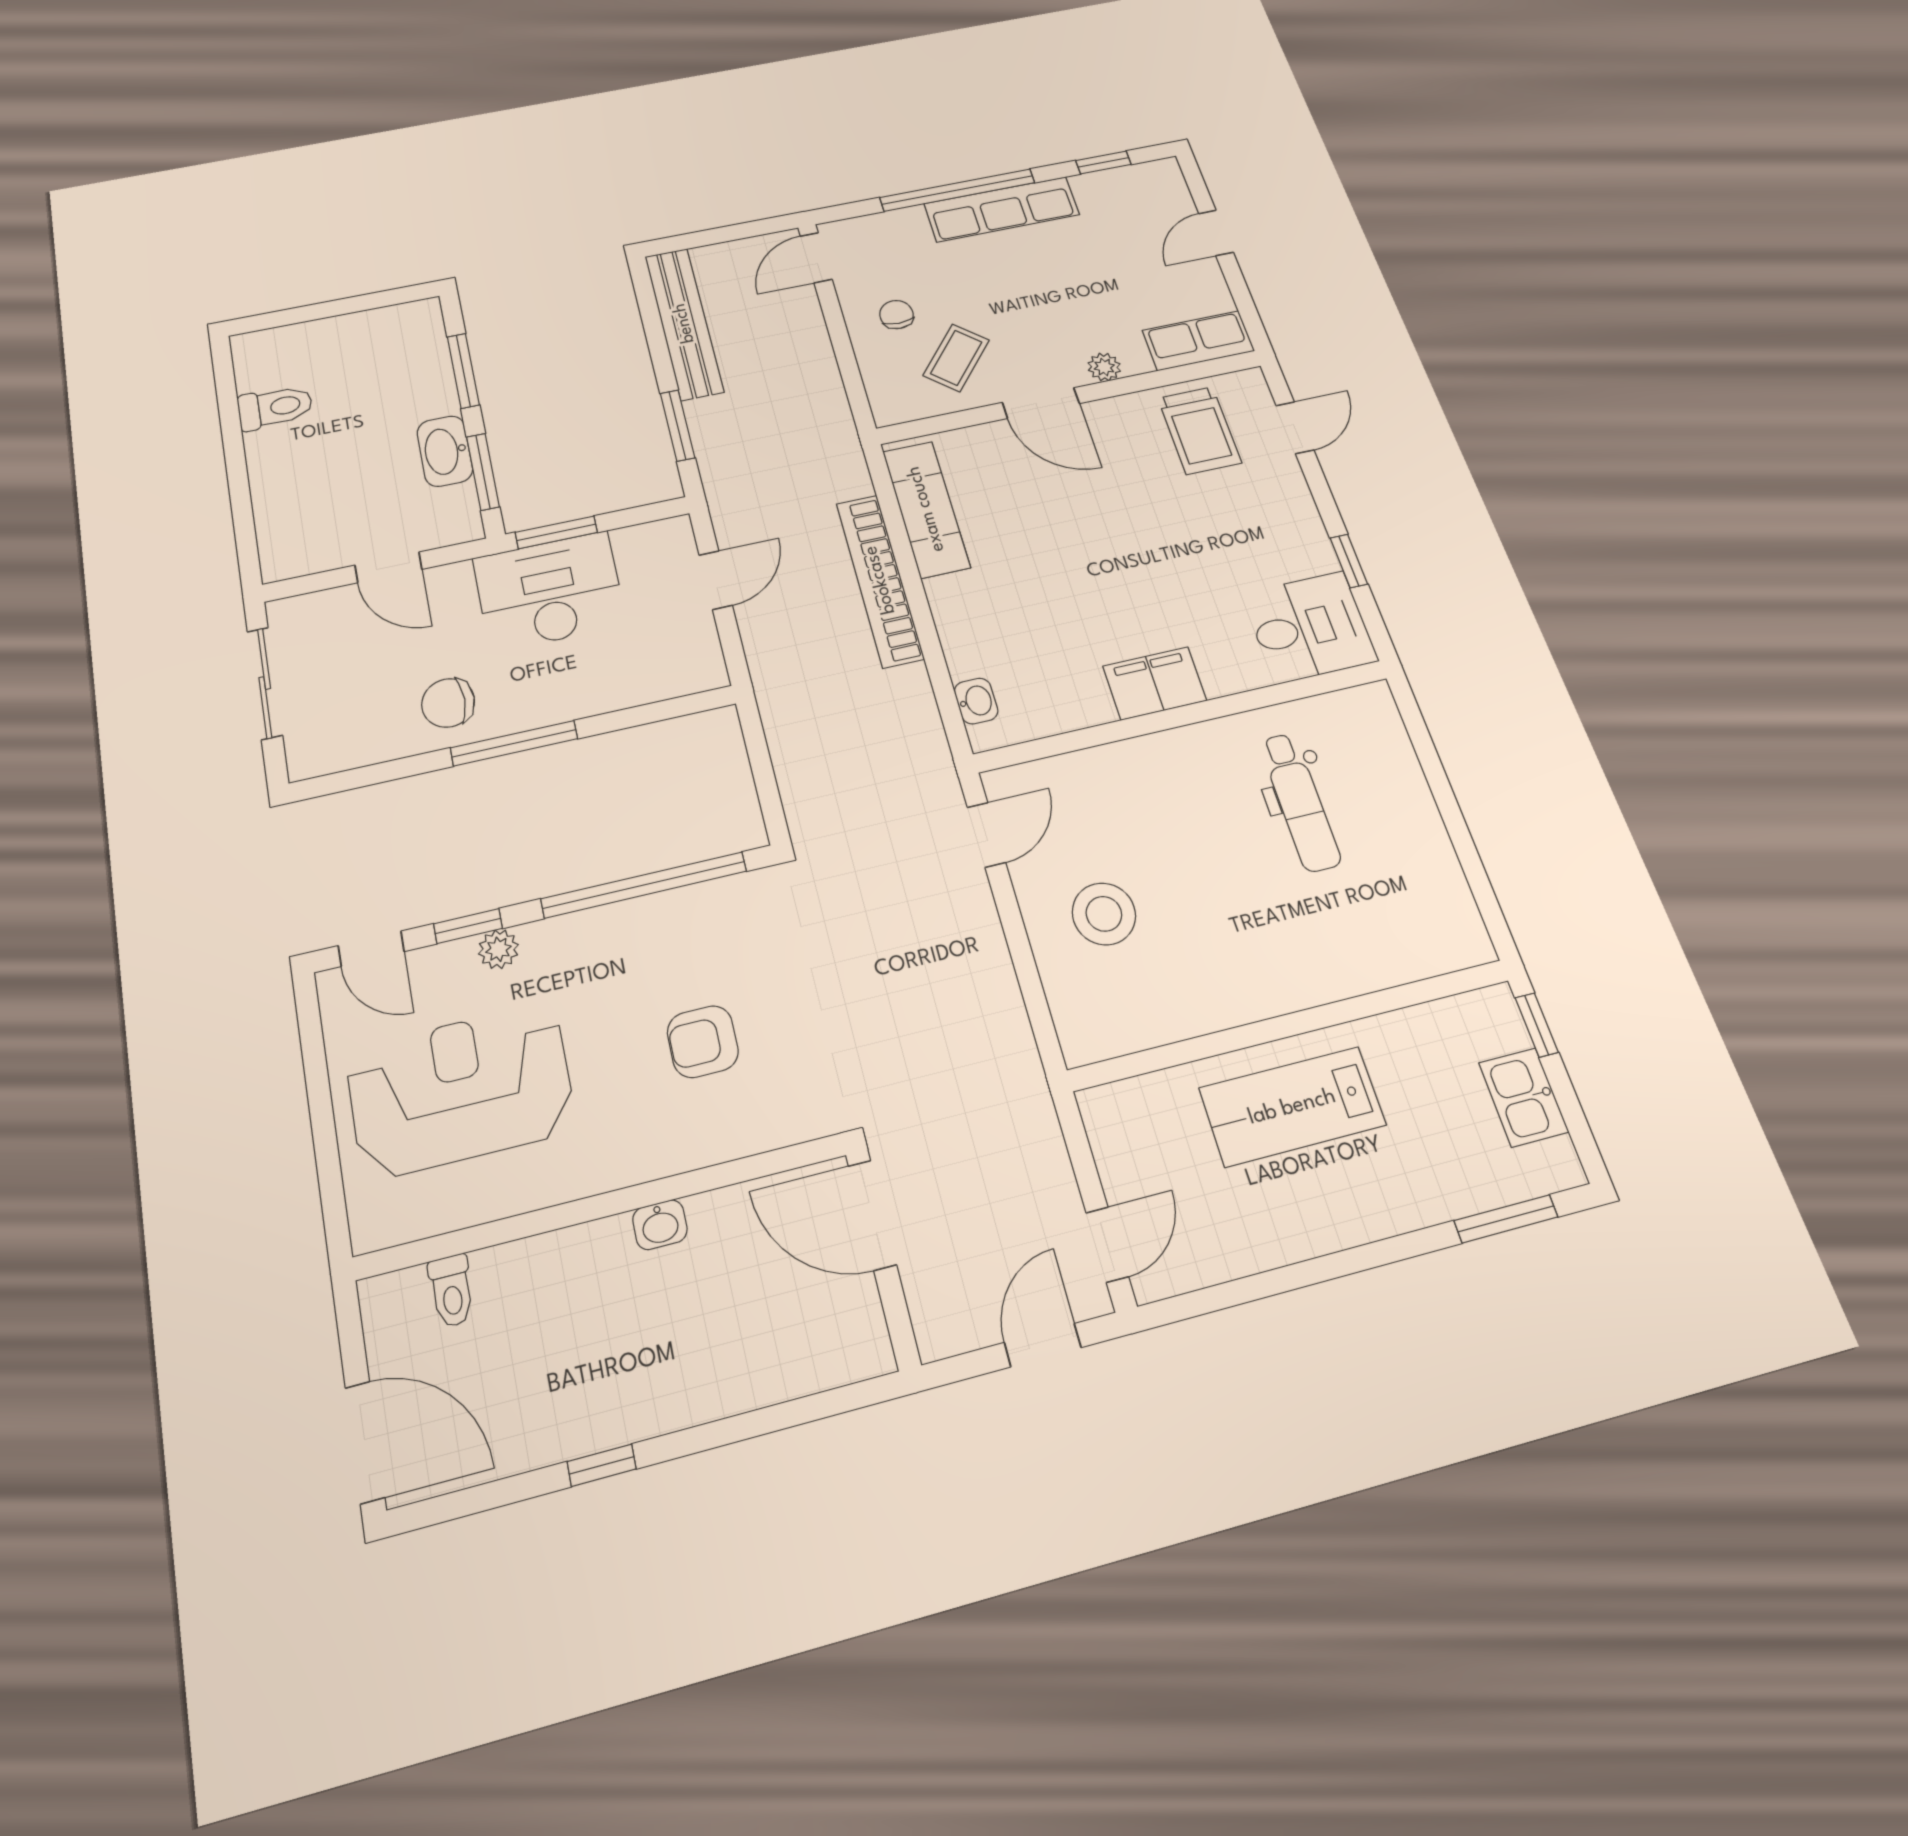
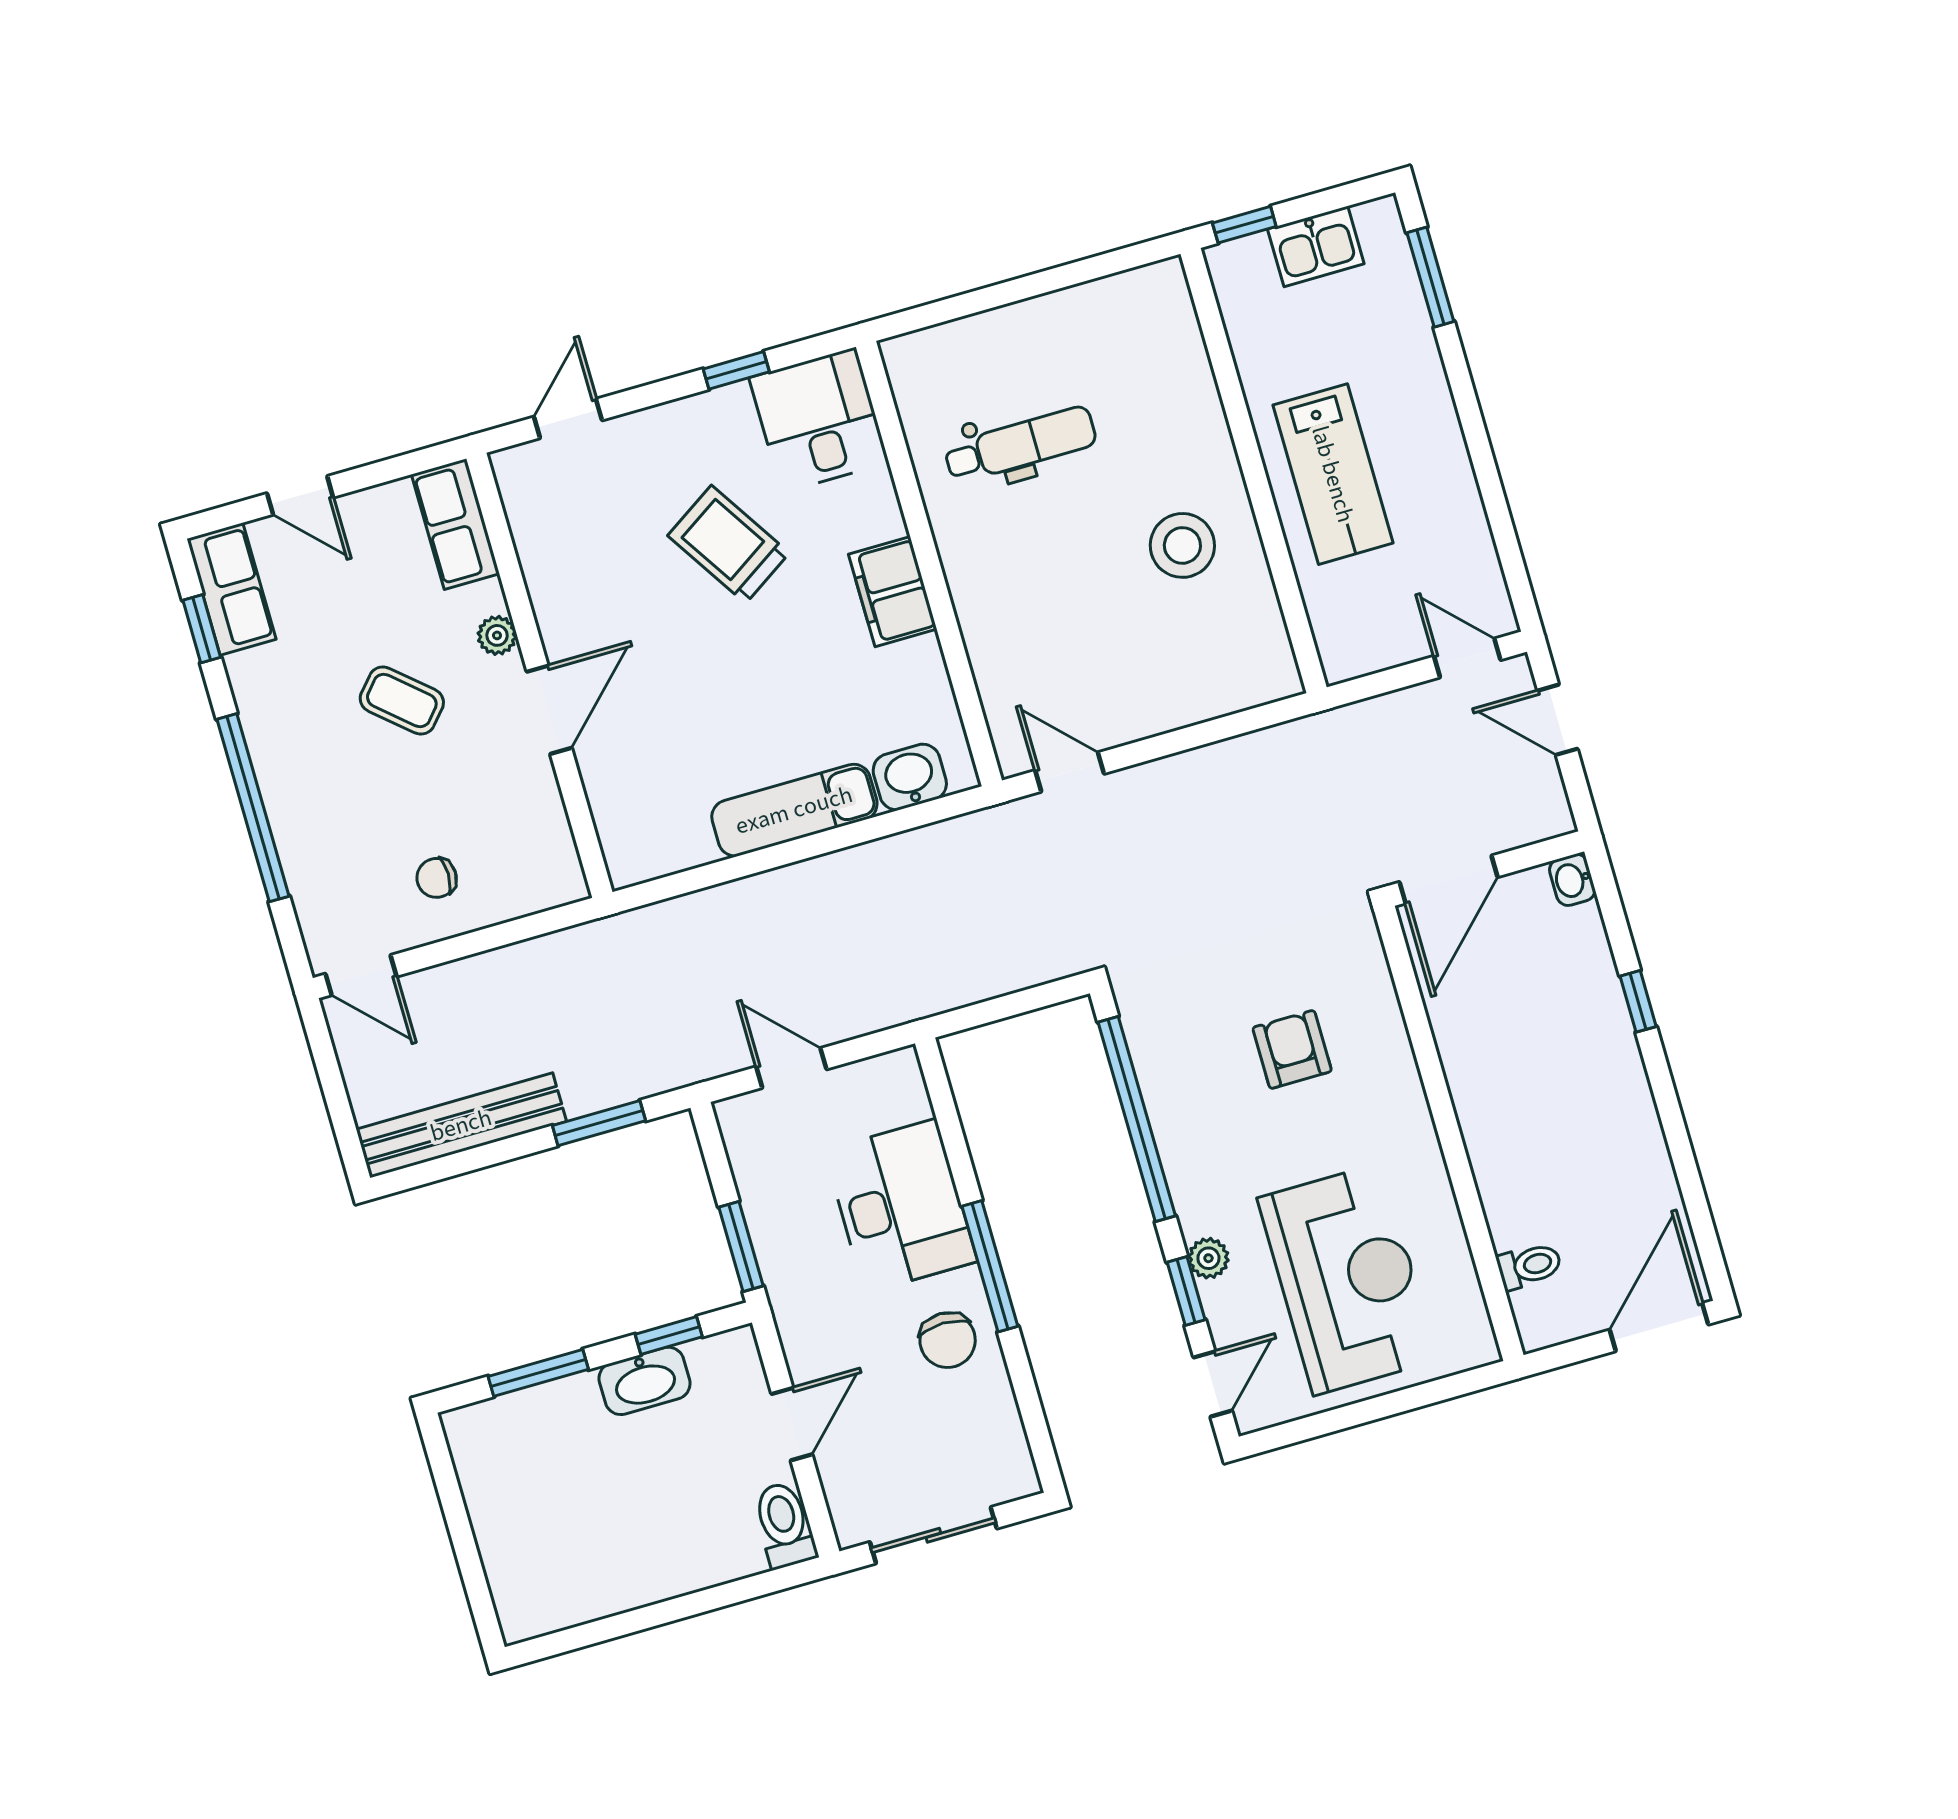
row of seats: (1002, 209) -> (231, 589), moved, width x0.68
coffee table: (956, 358) -> (402, 701), moved
toilet: (275, 407) -> (784, 1525), moved
door: (1295, 428) -> (568, 419), hinge flipped
trolley: (1200, 430) -> (728, 544), moved, turned -123
window: (483, 472) -> (669, 1335), width x0.67
exam couch: (926, 509) -> (794, 810), moved
bookcase: (880, 580) -> (783, 889), removed
desk: (550, 591) -> (901, 1206), moved, turned 180
washbasin: (976, 701) -> (910, 777), width x1.38, depth x1.45
stool: (1104, 914) -> (1182, 545), moved
armchair: (703, 1042) -> (1292, 1049), turned 180
reception desk: (461, 1090) -> (1347, 1279), turned 180
washbasin: (660, 1225) -> (1572, 880), moved, turned 180
window: (602, 1465) -> (1638, 1001), moved

